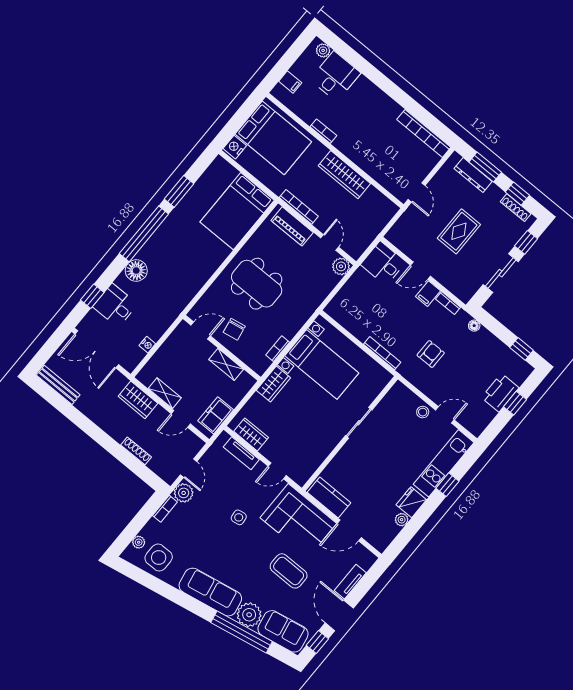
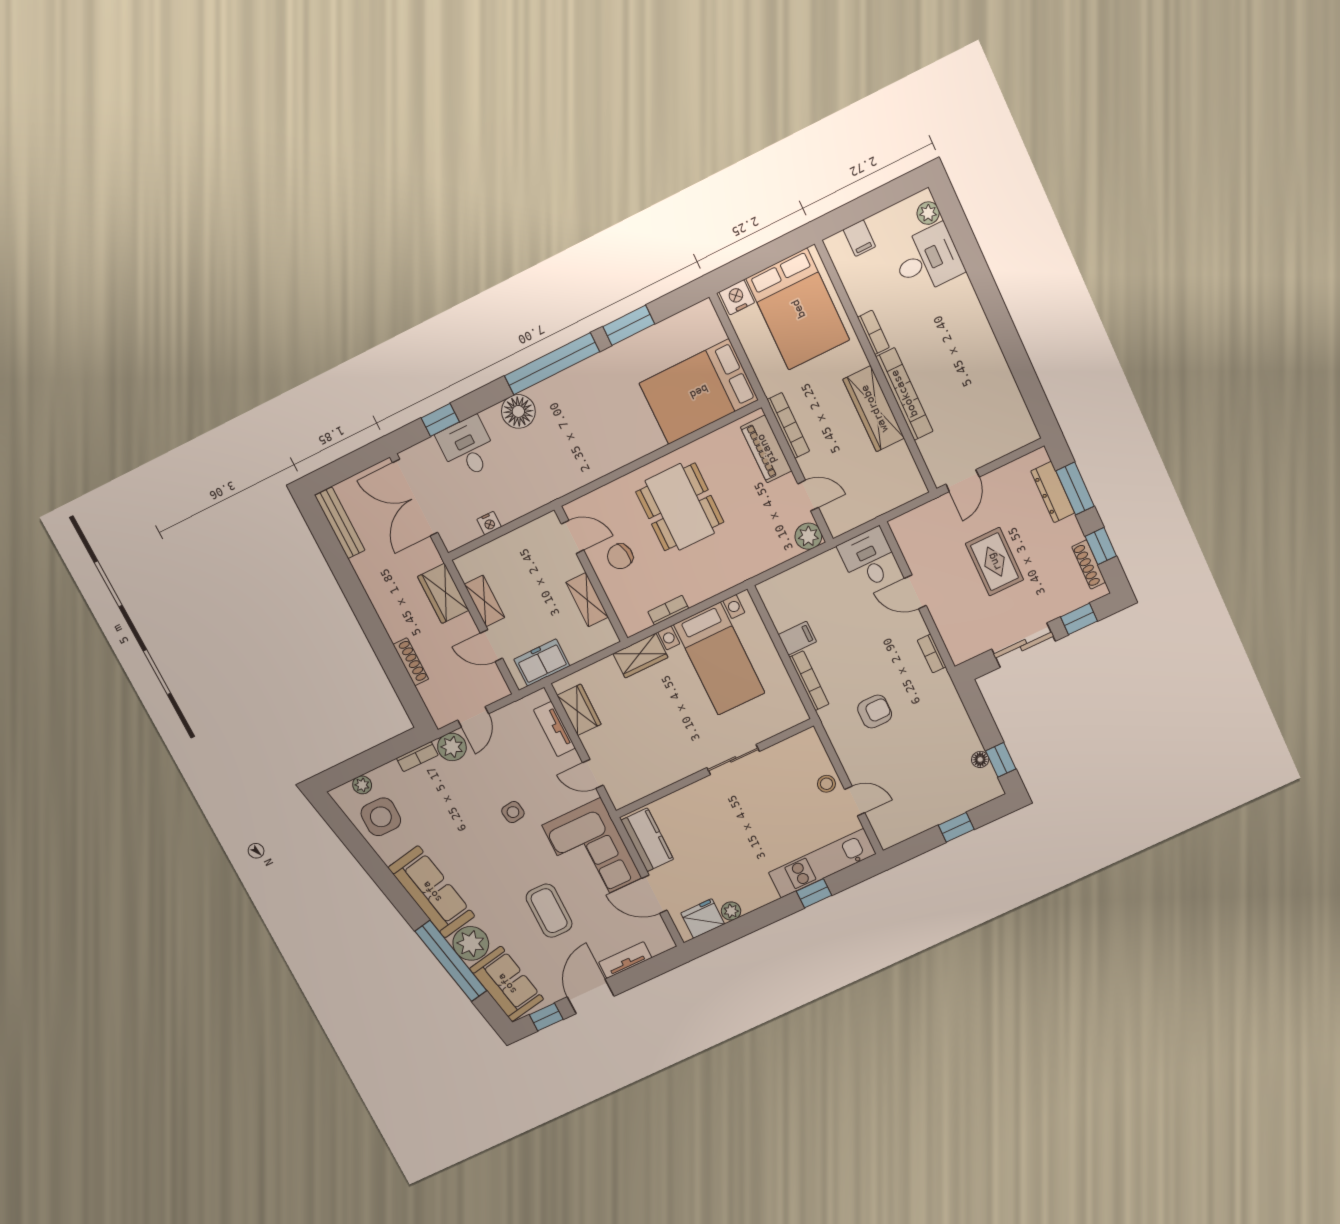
bookcase: (424, 133) -> (904, 394), moved, turned 180
rug: (459, 231) -> (994, 562), turned 90
door: (330, 243) -> (808, 496), hinge flipped
filing cabinet: (428, 294) -> (797, 638), moved, turned 180
floor lamp: (474, 326) -> (980, 759), moved
printer: (500, 393) -> (943, 805), removed
fridge: (411, 502) -> (703, 919), moved

